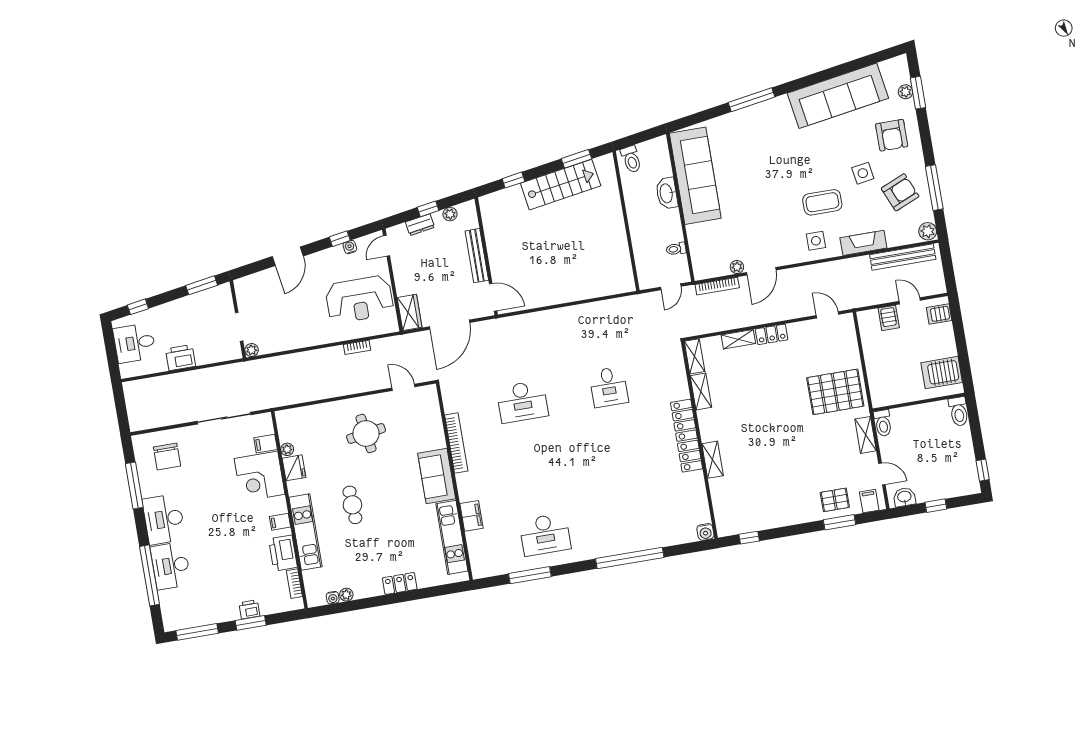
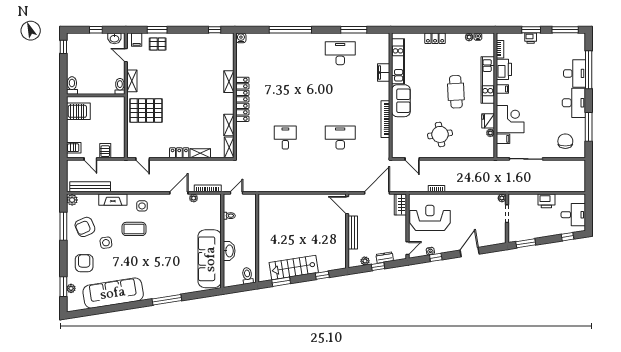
cafe table: (352, 505) -> (456, 92), width x1.37, depth x1.35

